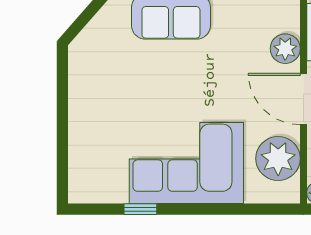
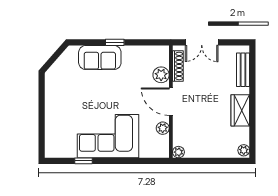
plant: (278, 159) -> (163, 128), width x0.53, depth x0.53

